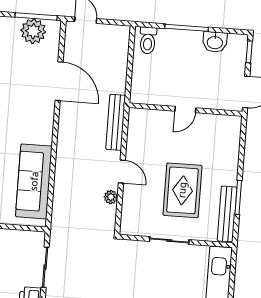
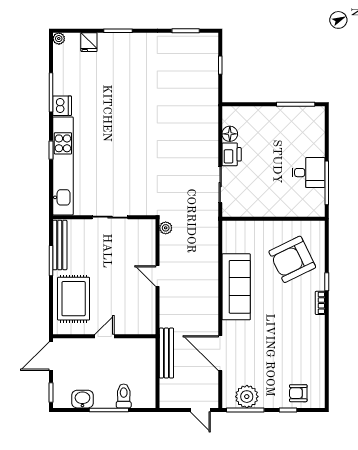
toilet: (148, 40) -> (124, 396), moved
bench: (116, 122) -> (166, 353), moved
sofa: (34, 181) -> (236, 287), moved
rug: (182, 190) -> (74, 299), moved
plant: (111, 197) -> (166, 228), moved

